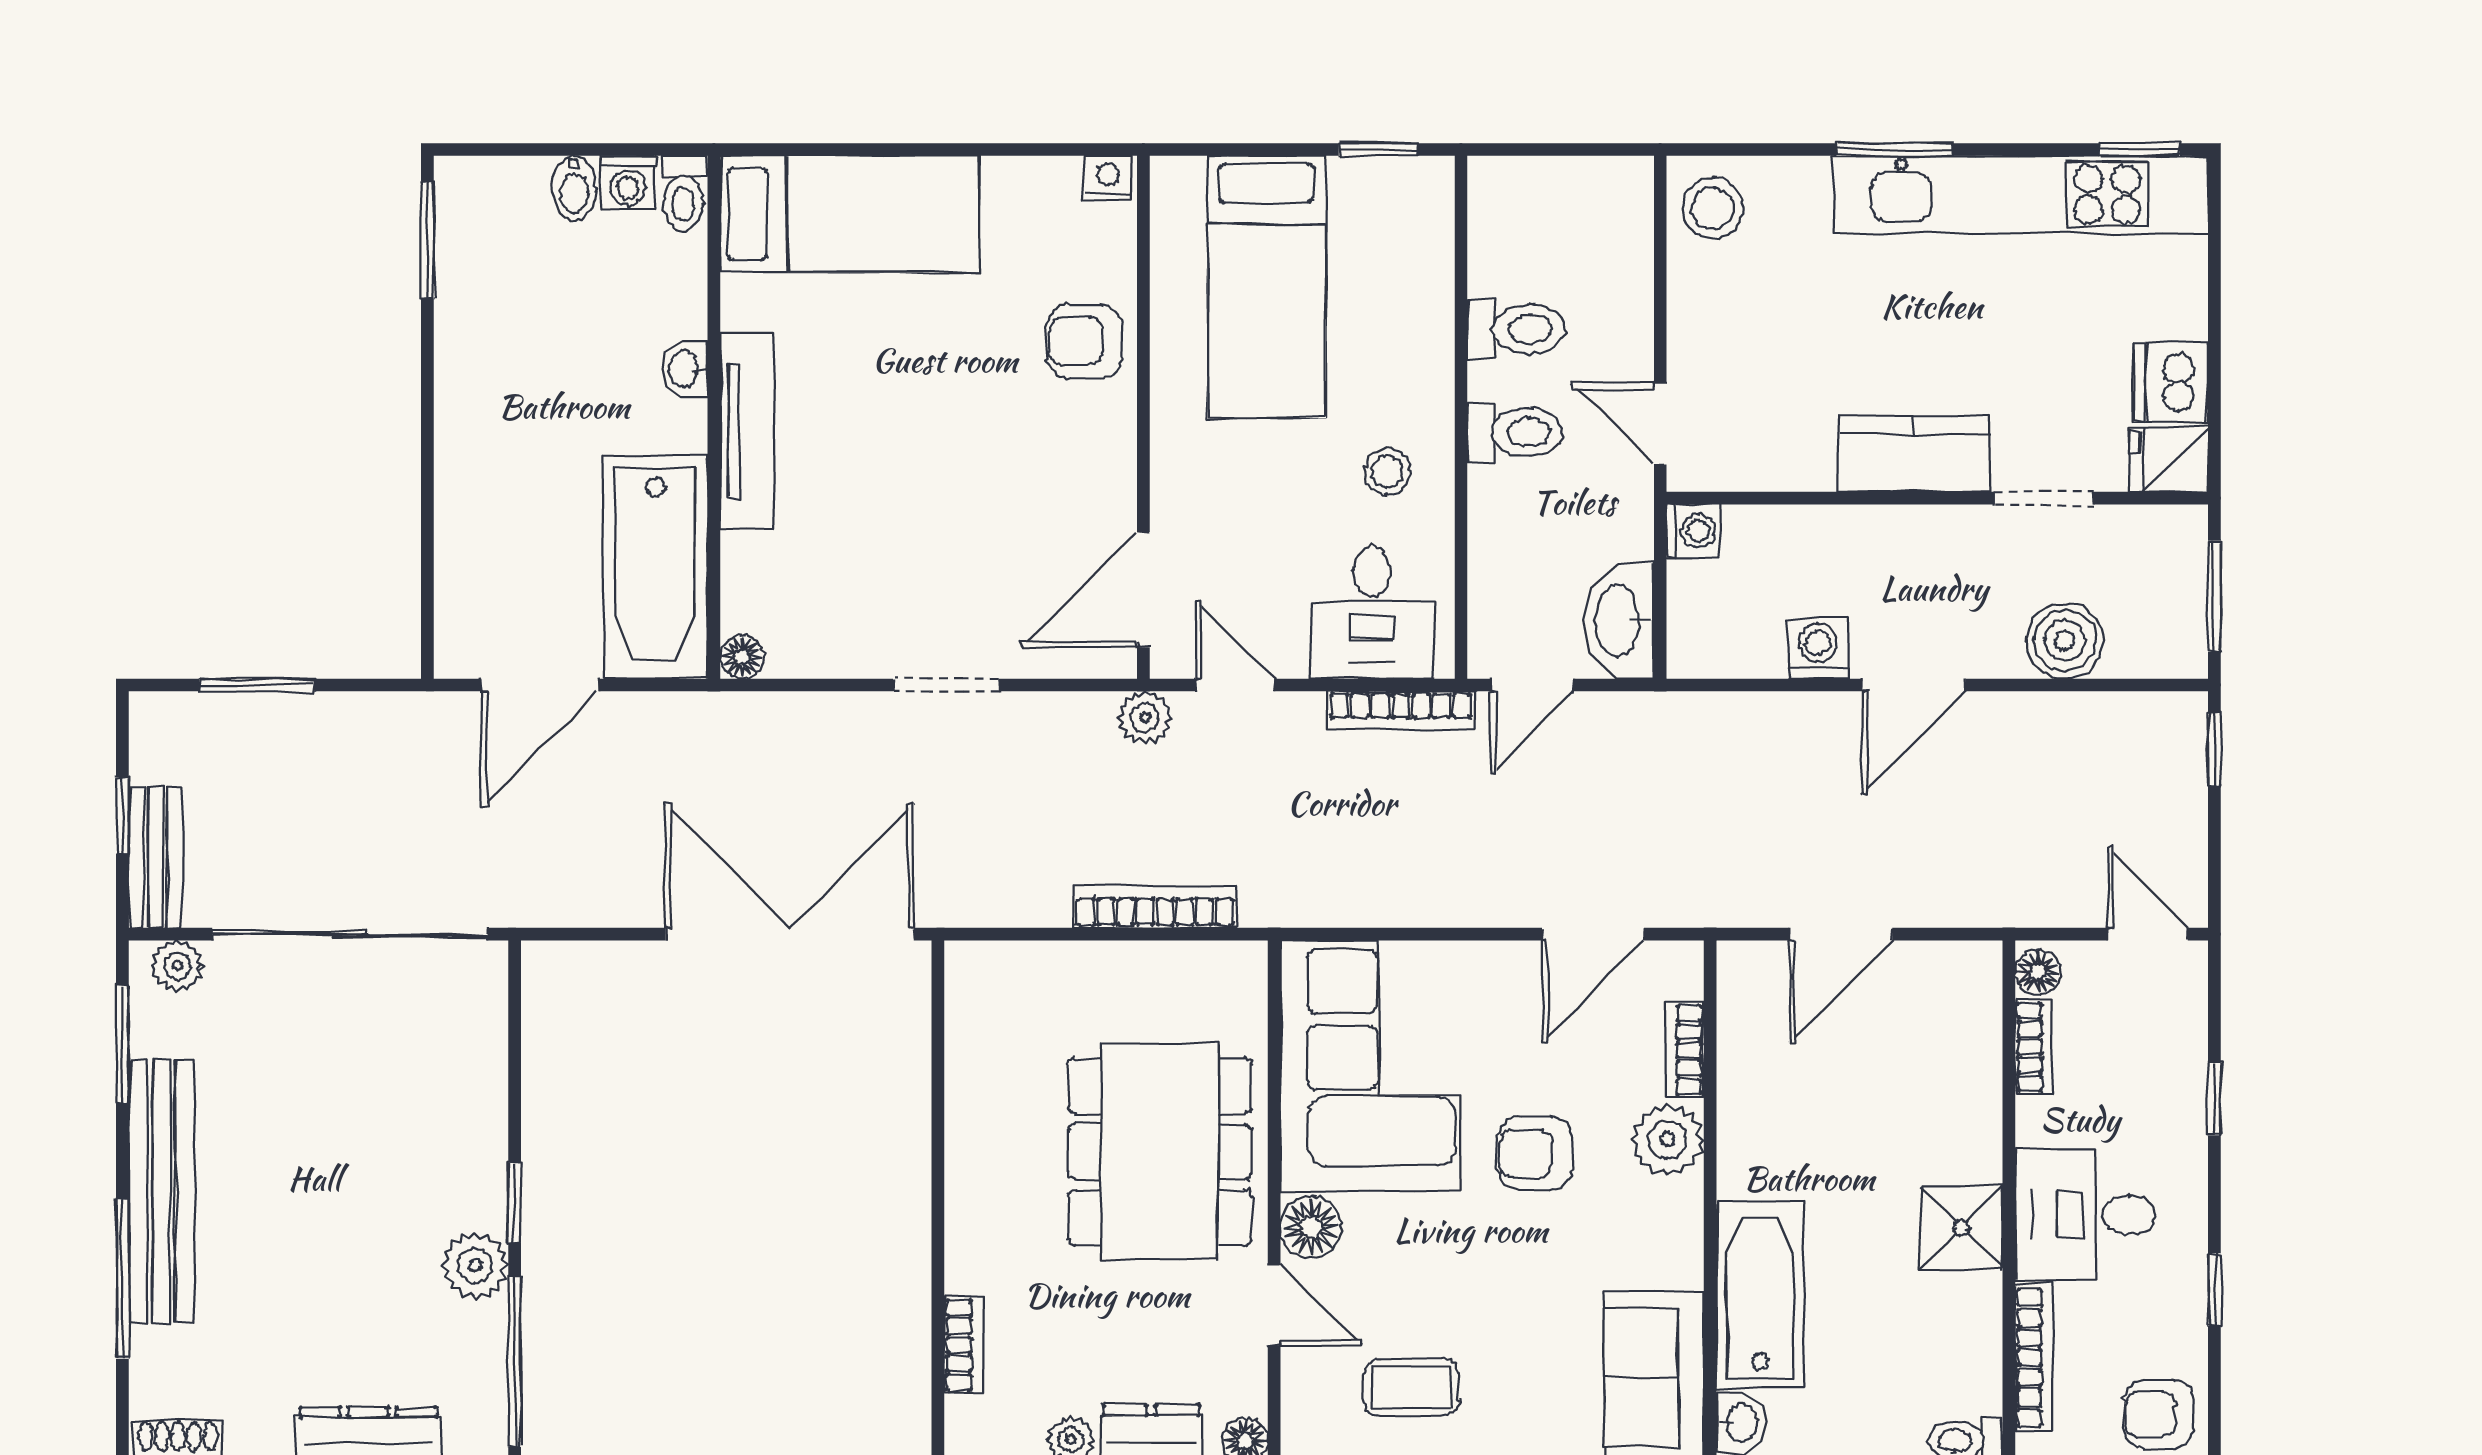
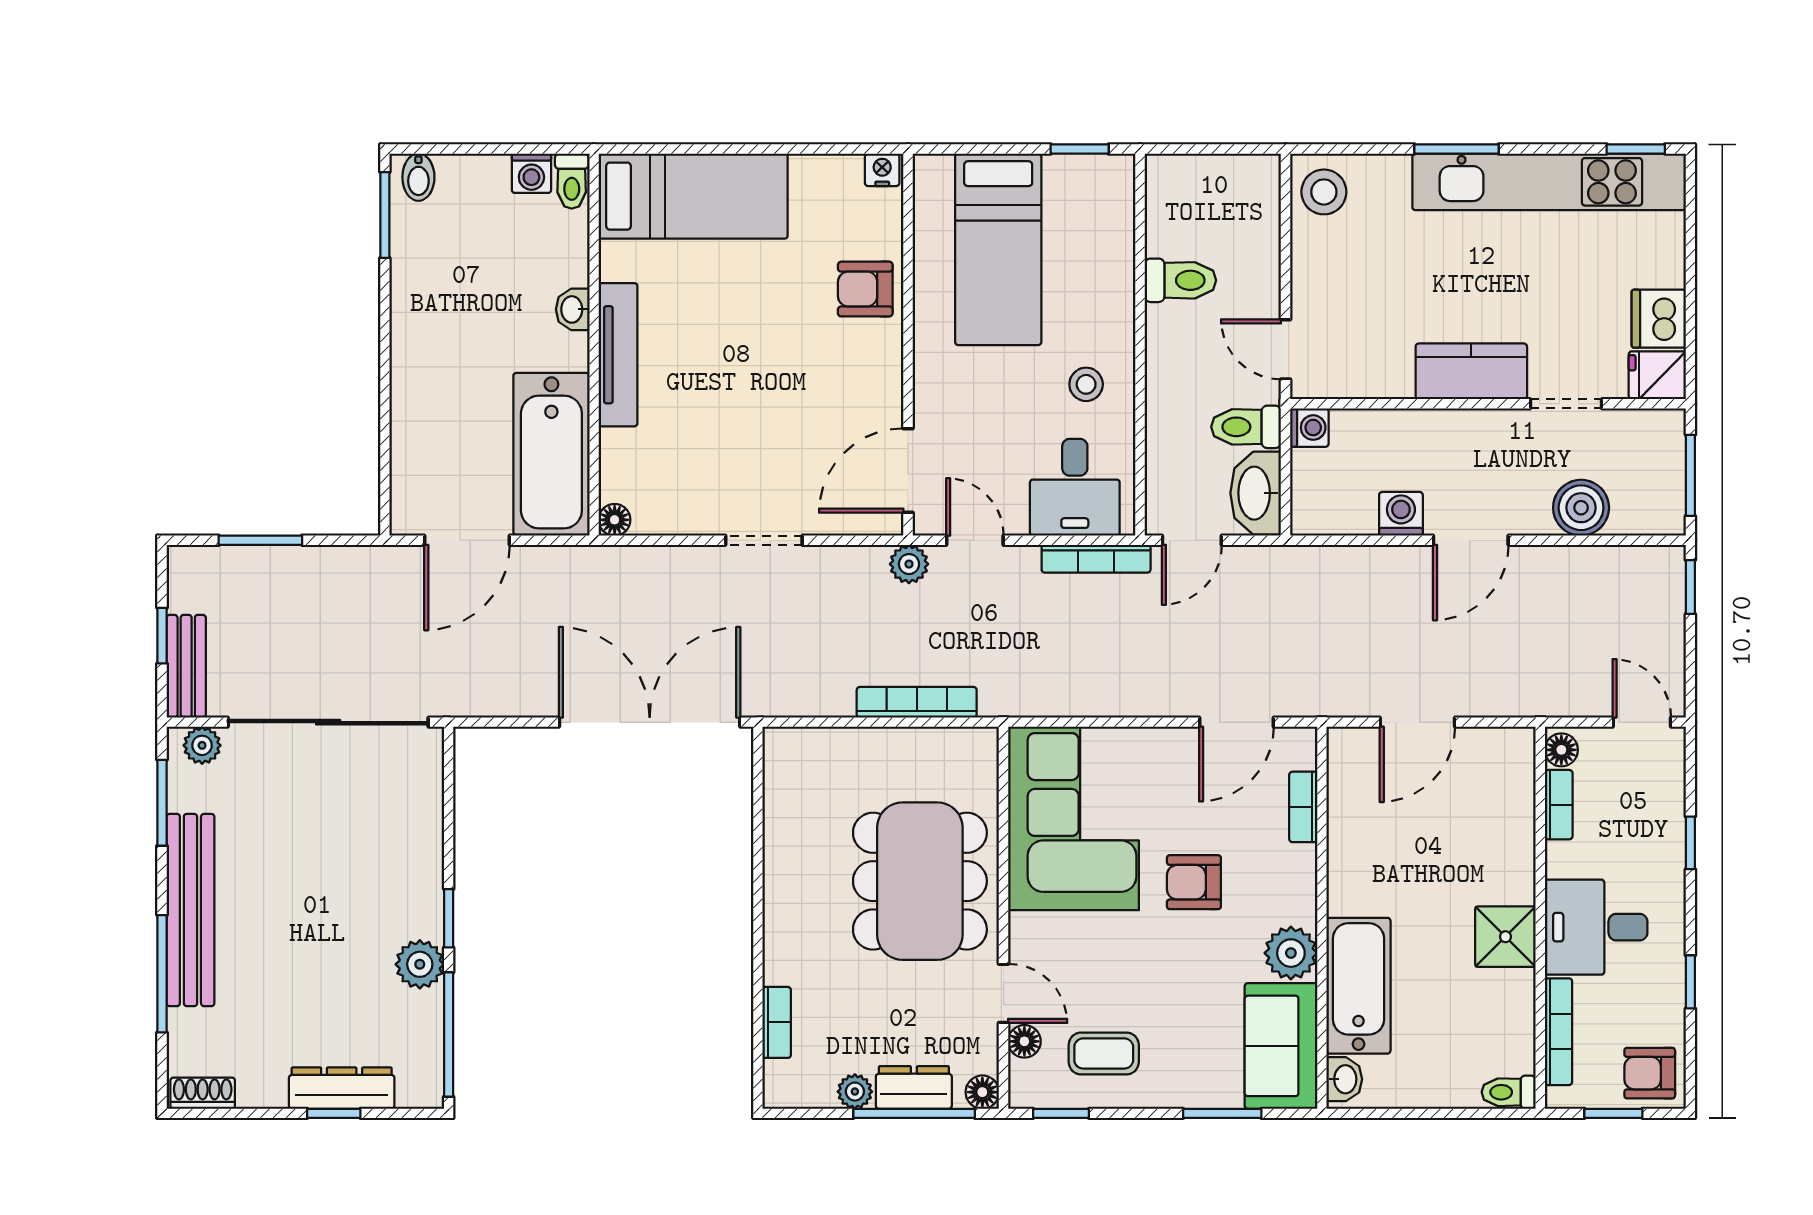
bidet: (574, 188) -> (418, 177), moved
toilet: (1515, 432) -> (1246, 427), moved, turned 180
plant: (1668, 1139) -> (1291, 953), moved
floor lamp: (1311, 1227) -> (1024, 1041), moved, width x0.73, depth x0.73

